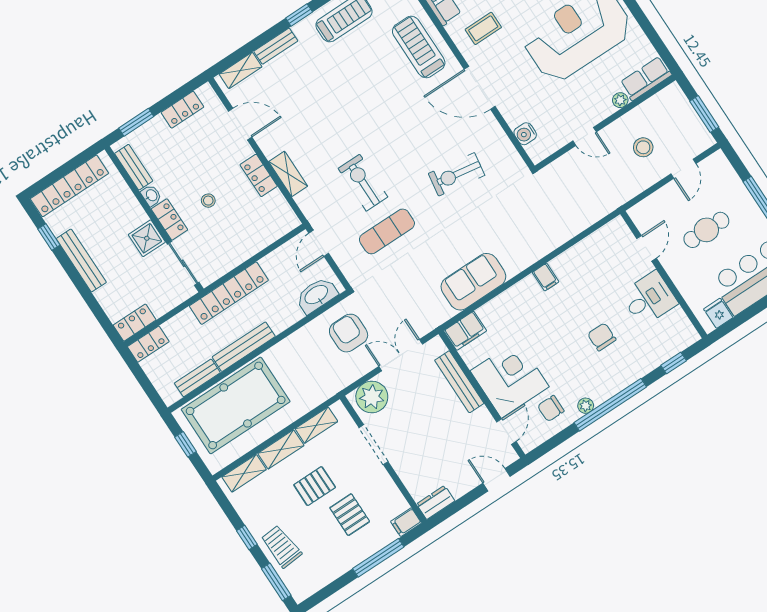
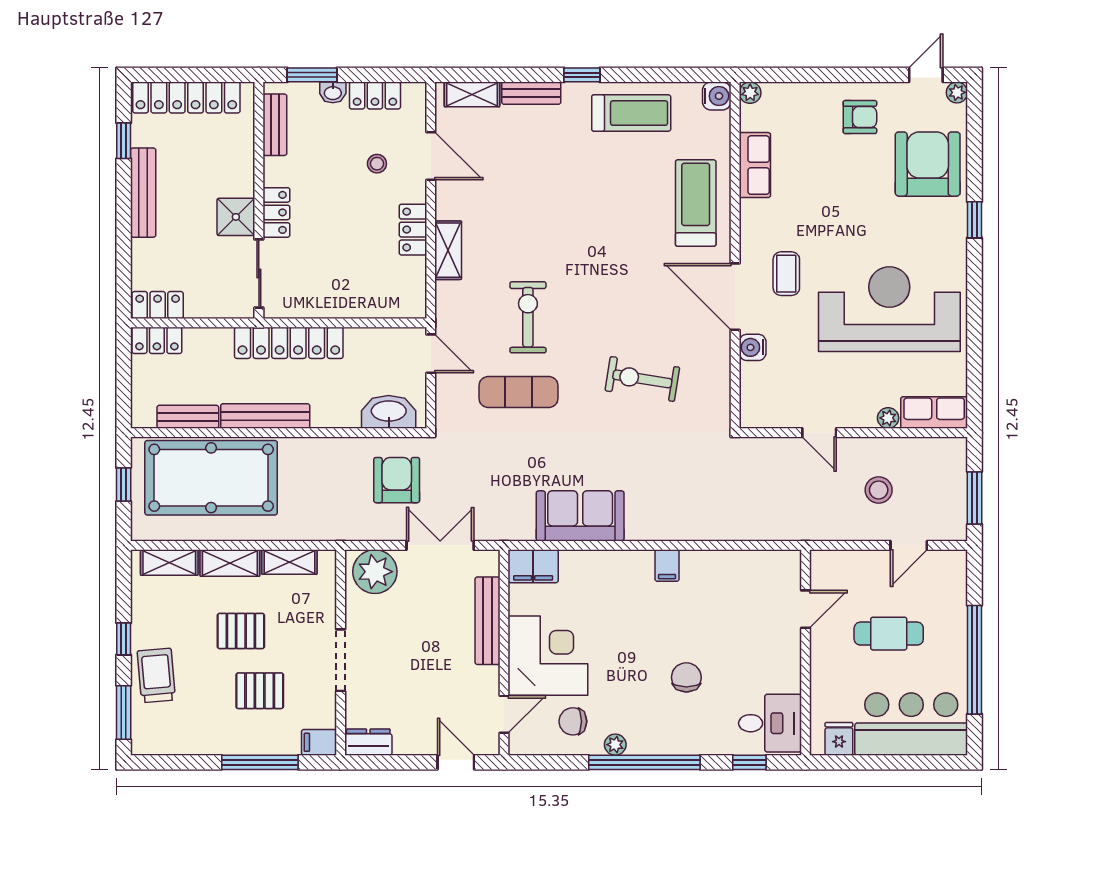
coffee table: (483, 28) -> (786, 274), moved, turned 90
water cooler: (525, 134) -> (753, 347), moved
washbasin: (151, 195) -> (333, 92), moved, turned 90
stool: (208, 201) -> (377, 164), moved
door: (319, 243) -> (431, 354), swing flipped
desk: (649, 299) -> (770, 723), moved
doorway: (374, 445) -> (341, 660), moved
pallet: (350, 515) -> (260, 691), turned 90

